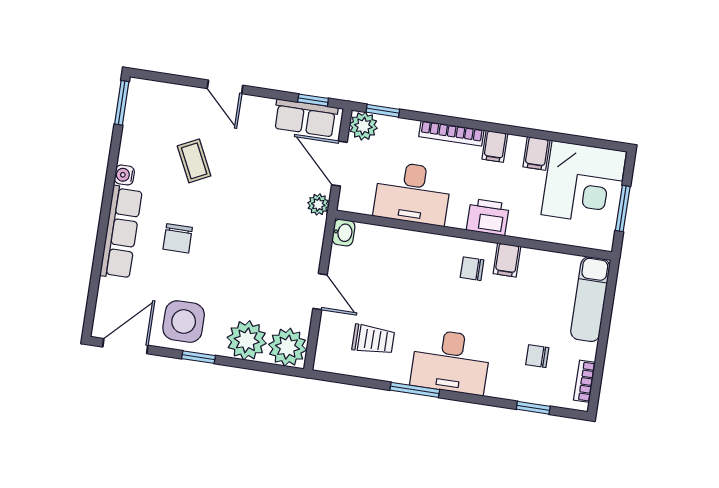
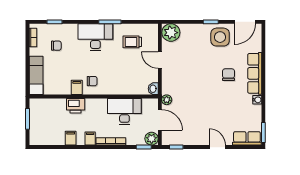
row of seats: (305, 118) -> (247, 138), moved
coffee table: (194, 161) -> (226, 111), removed
corner desk: (584, 183) -> (47, 128), removed
printer: (488, 217) -> (76, 106), moved
plant: (247, 340) -> (190, 33), removed

